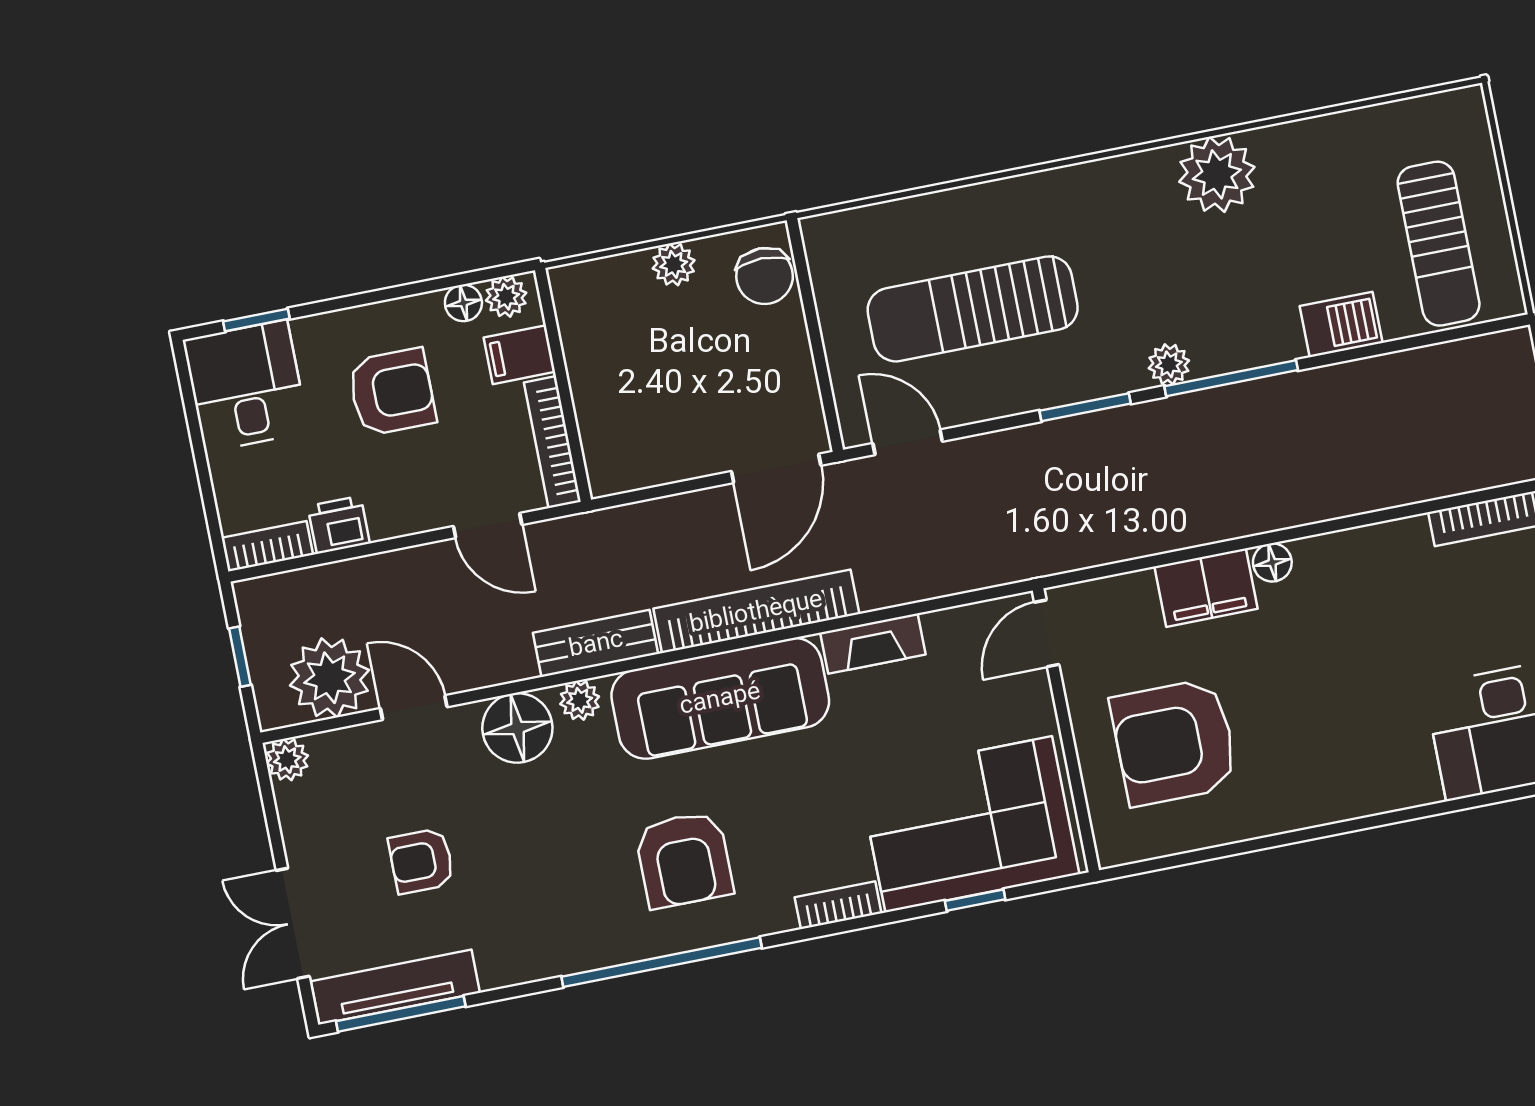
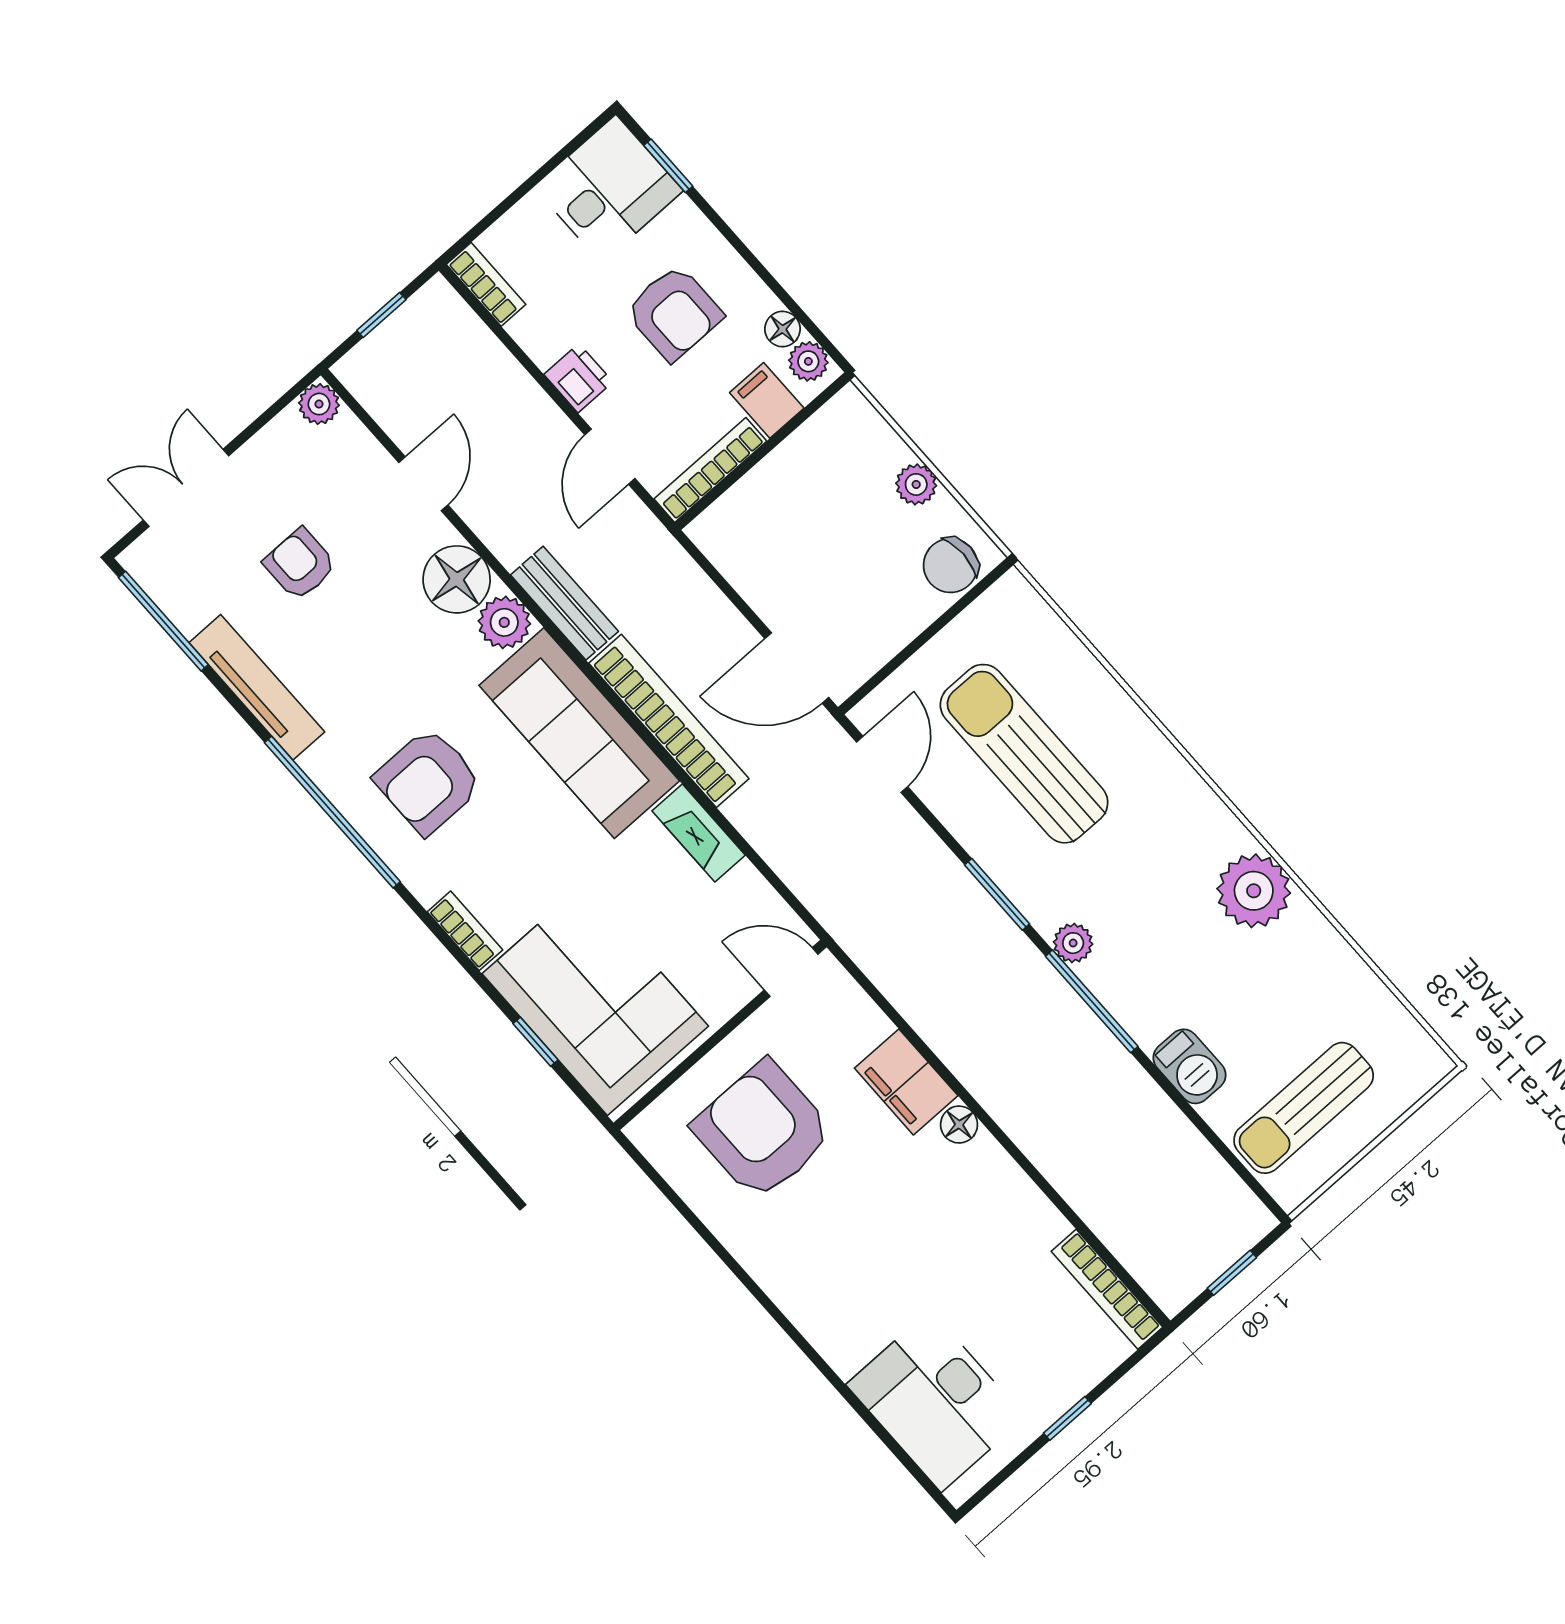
printer: (339, 525) -> (578, 378), moved
plant: (329, 678) -> (407, 400), removed
plant: (580, 700) -> (504, 622), width x1.38, depth x1.38
tv unit: (395, 987) -> (257, 687), moved

